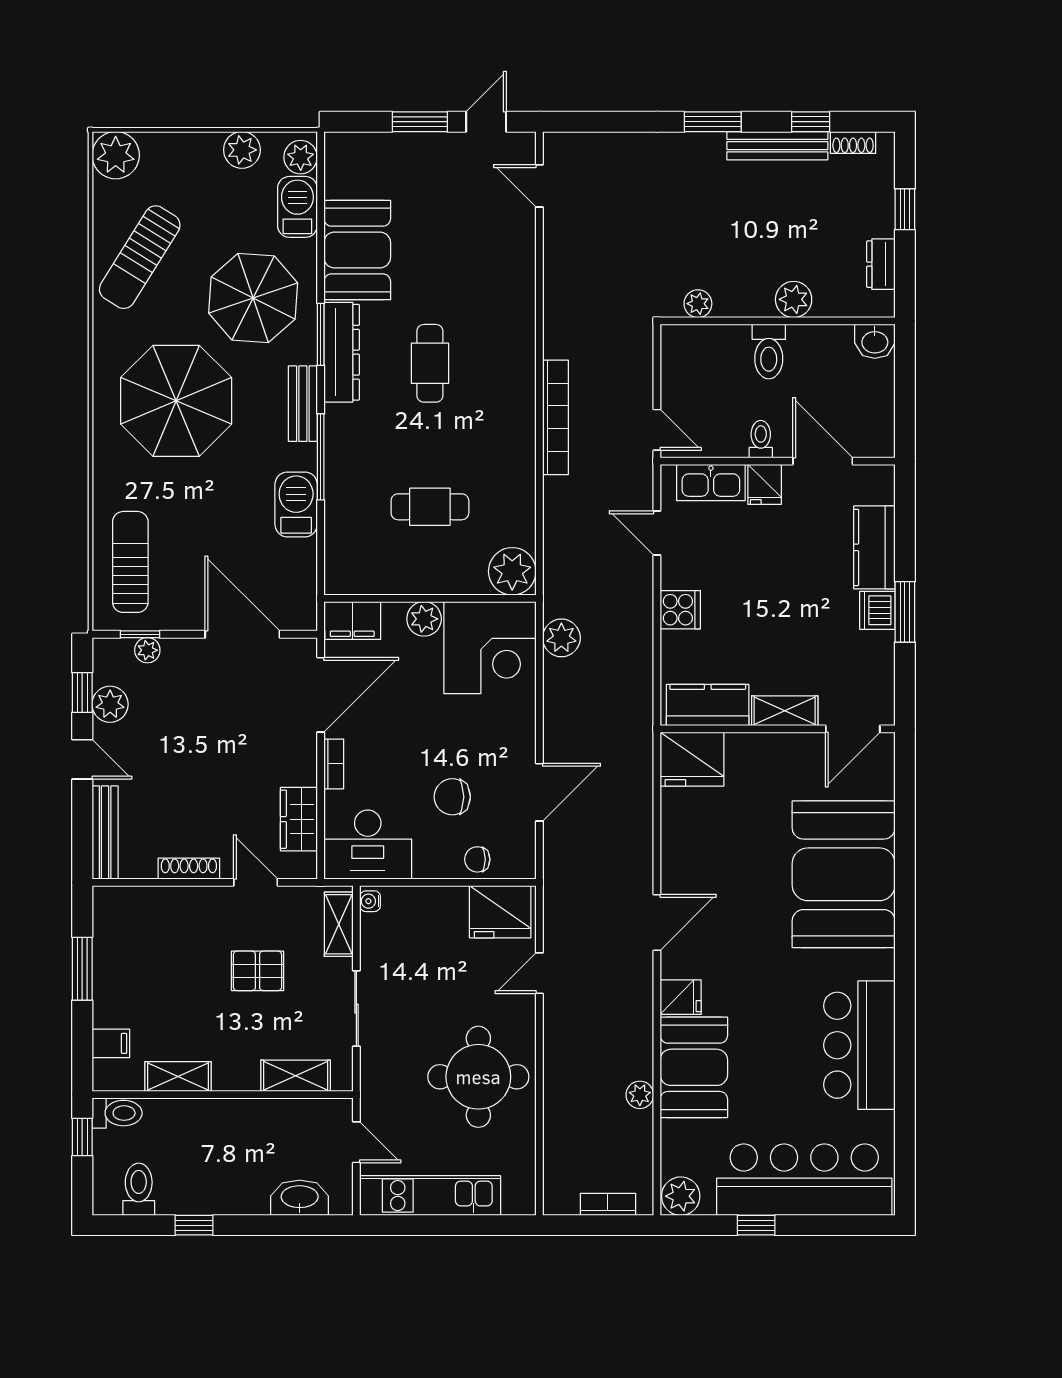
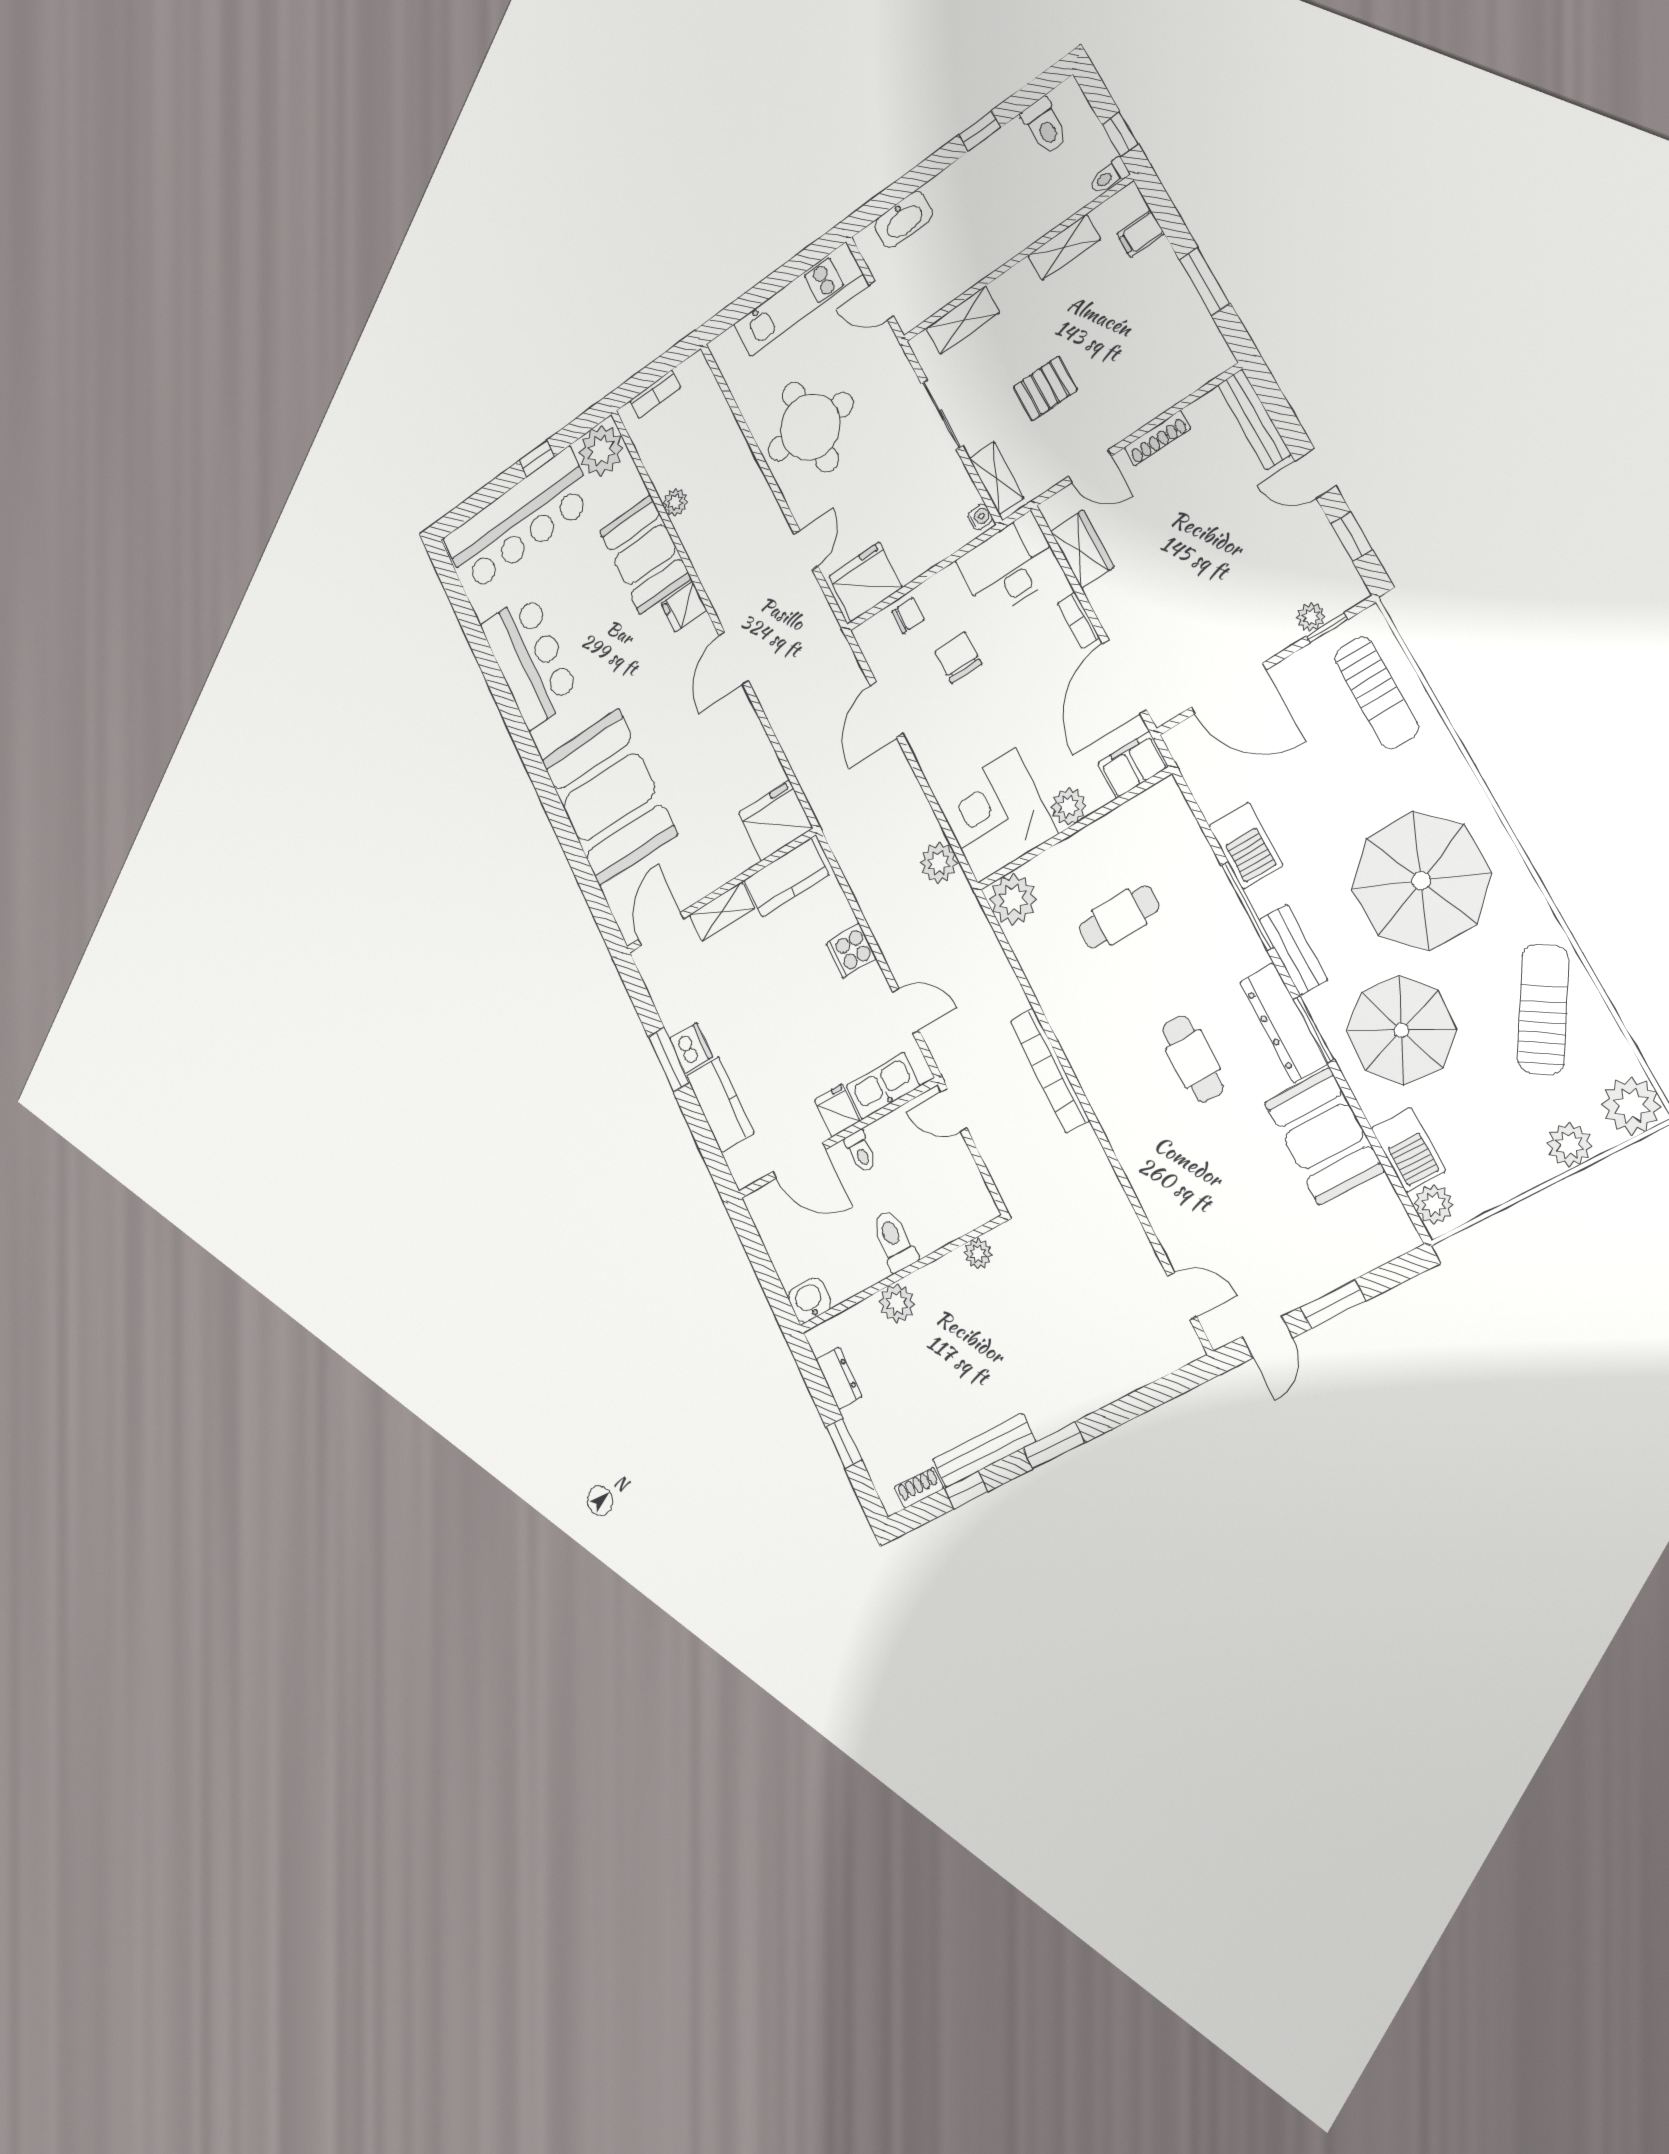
plant: (242, 150) -> (1569, 1145), moved
plant: (110, 704) -> (1318, 543), removed
chair: (452, 797) -> (958, 658), turned -90
toilet: (117, 1113) -> (1109, 176), width x0.73, depth x0.72
plant: (681, 1196) -> (601, 451), width x1.36, depth x1.36

